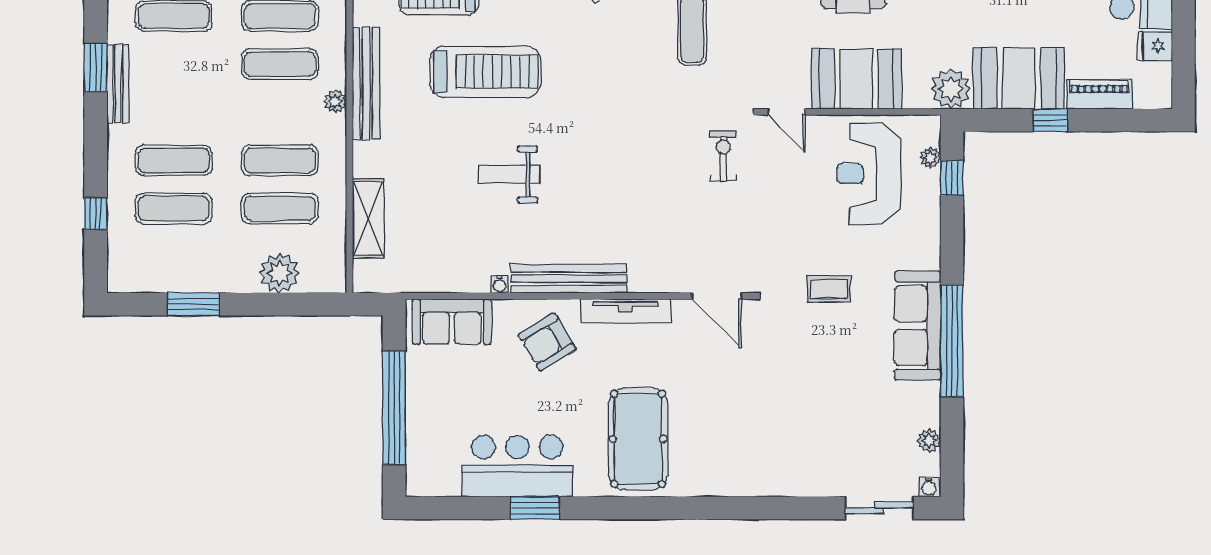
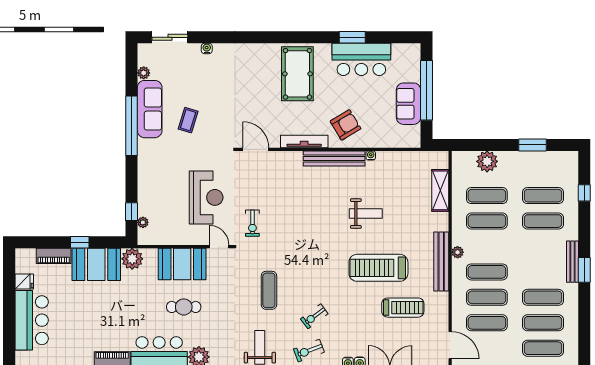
reception desk: (869, 174) -> (206, 197), moved
coffee table: (829, 289) -> (188, 120), moved, turned -73
sofa: (452, 322) -> (409, 104), moved, turned -90
sofa: (918, 325) -> (150, 109), moved
water cooler: (929, 487) -> (207, 48), moved

